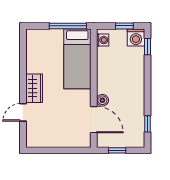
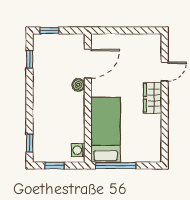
washing machine: (136, 37) -> (42, 153), removed
door: (94, 120) -> (88, 64), swing flipped
window: (117, 150) -> (49, 30), moved

